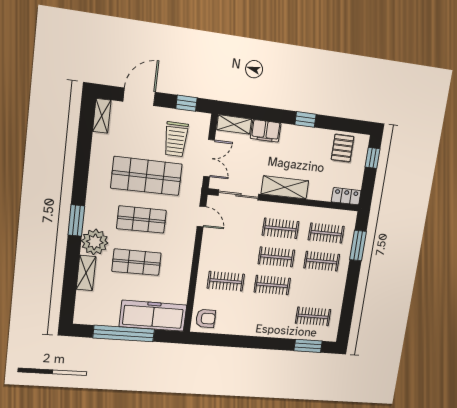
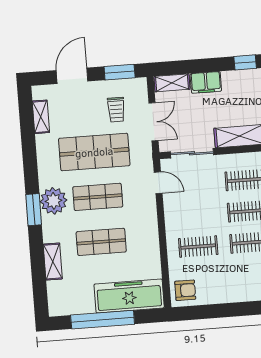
window: (186, 103) -> (120, 72), width x1.50
shelving: (102, 116) -> (41, 117), moved
trolley: (176, 139) -> (116, 110), width x0.73, depth x0.72
plant: (95, 242) -> (54, 201), moved

